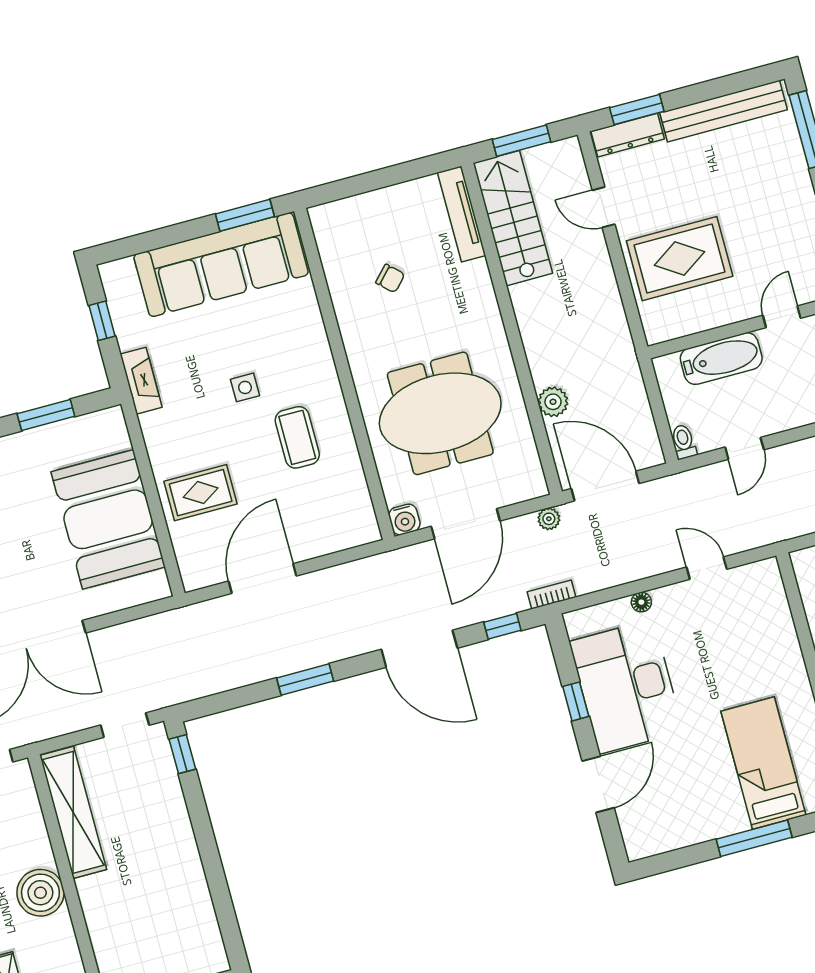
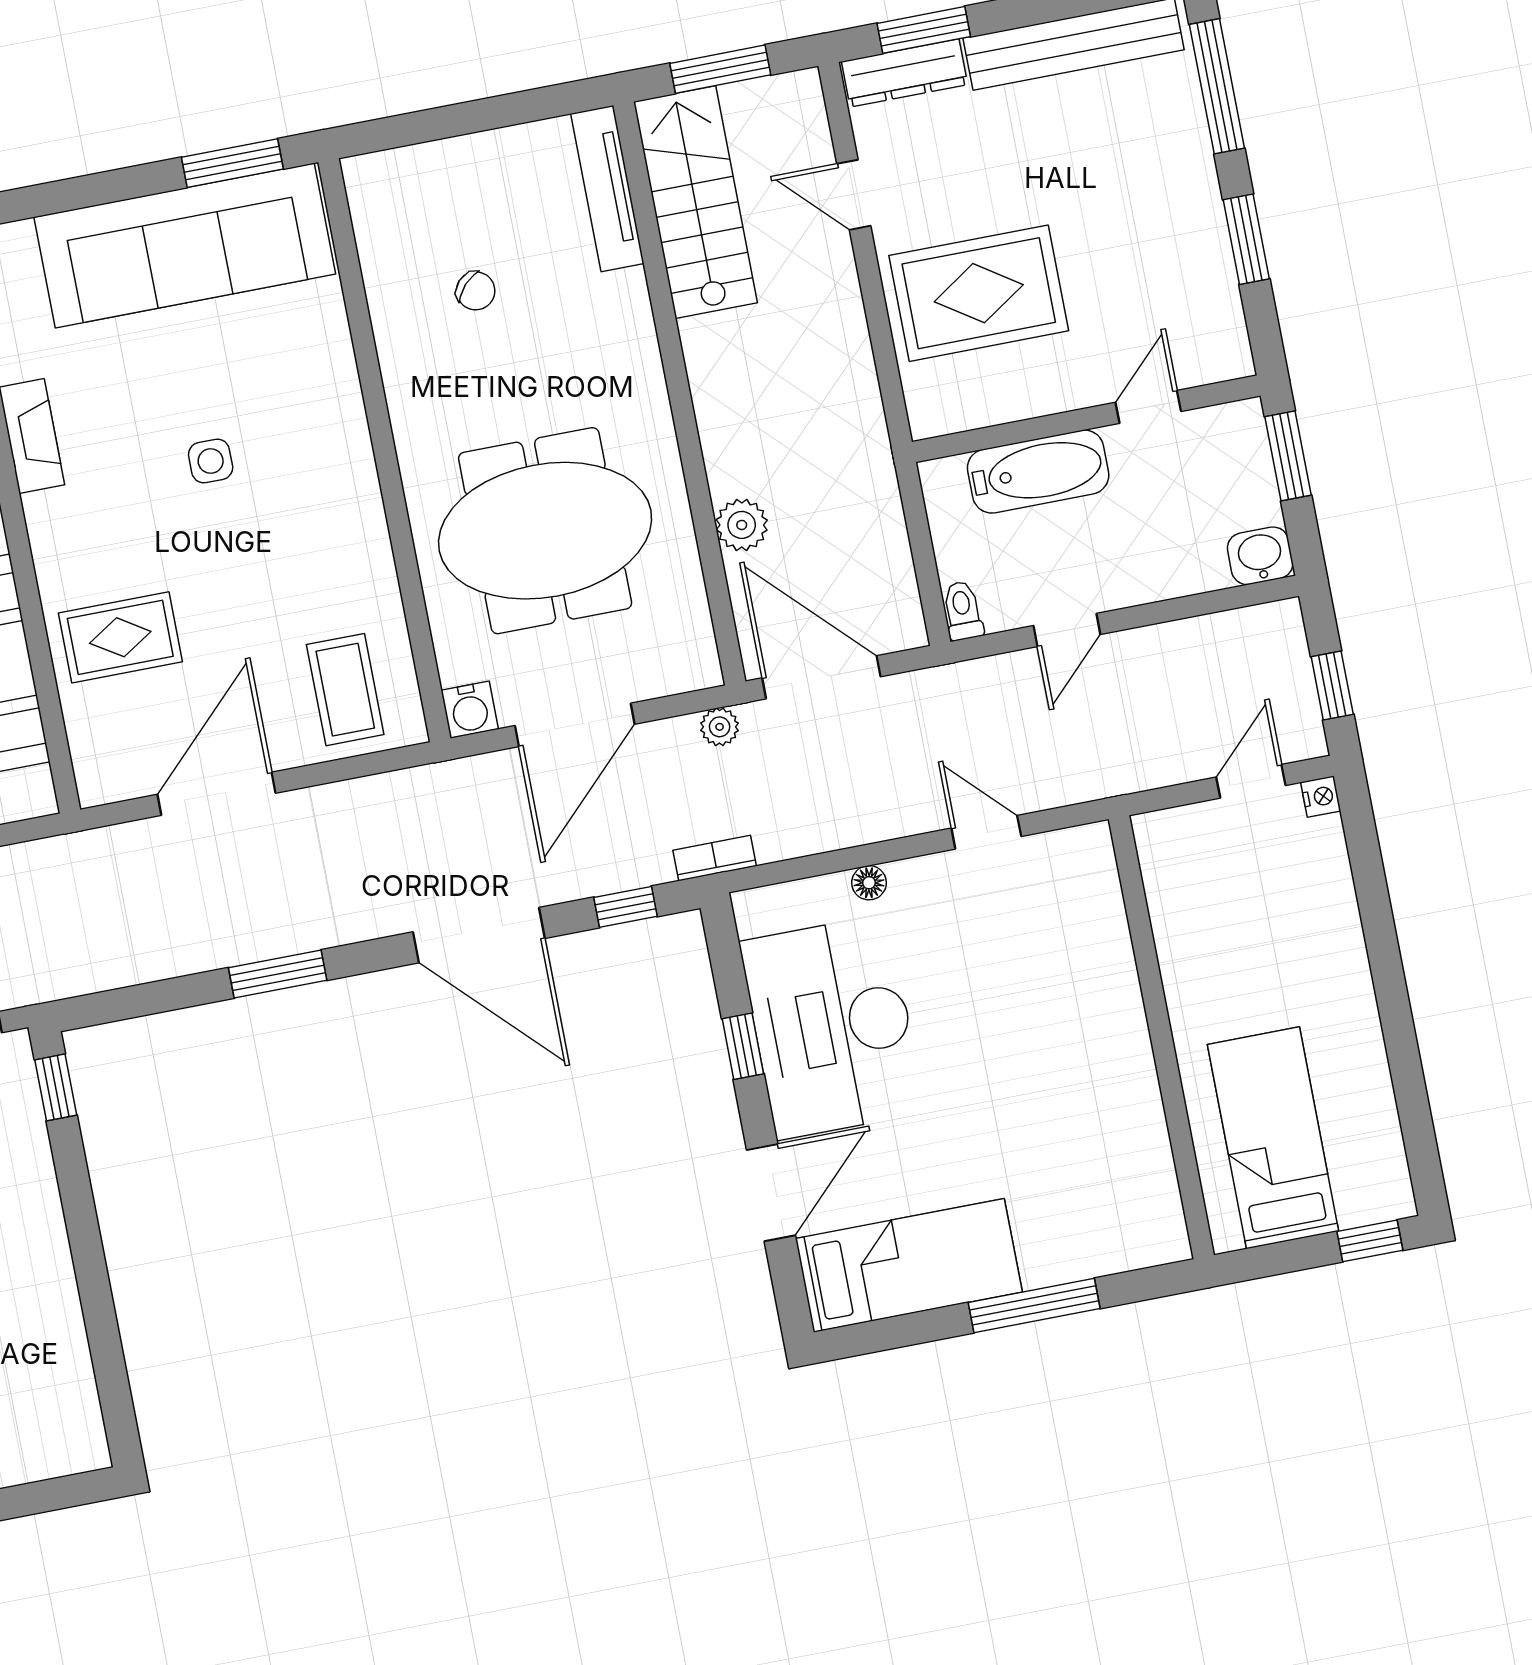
coffee table: (297, 437) -> (345, 690), moved
bed: (763, 763) -> (909, 1265), moved, turned 90

